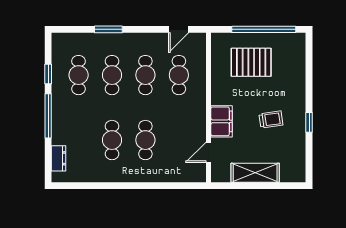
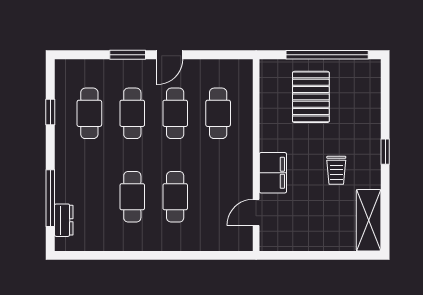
door: (179, 29) -> (170, 55), moved
pallet: (251, 62) -> (311, 97), turned 90
window: (48, 116) -> (50, 198), moved
trolley: (271, 119) -> (336, 170), turned 98
window: (309, 122) -> (385, 152), moved
shelving: (255, 173) -> (369, 220), moved, turned 90

